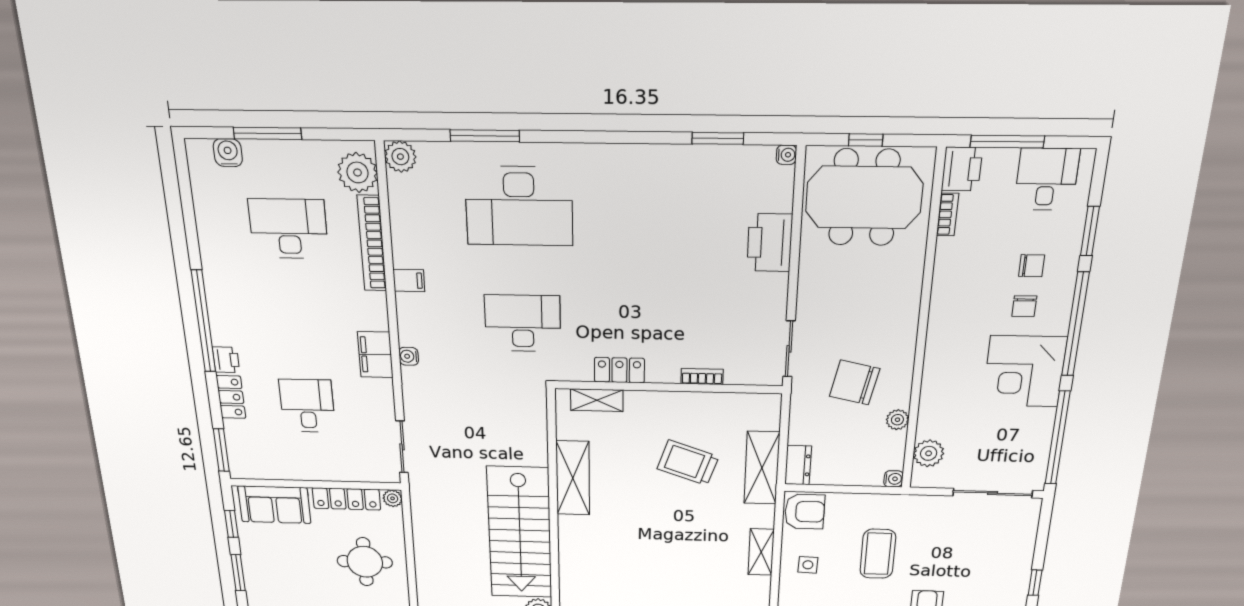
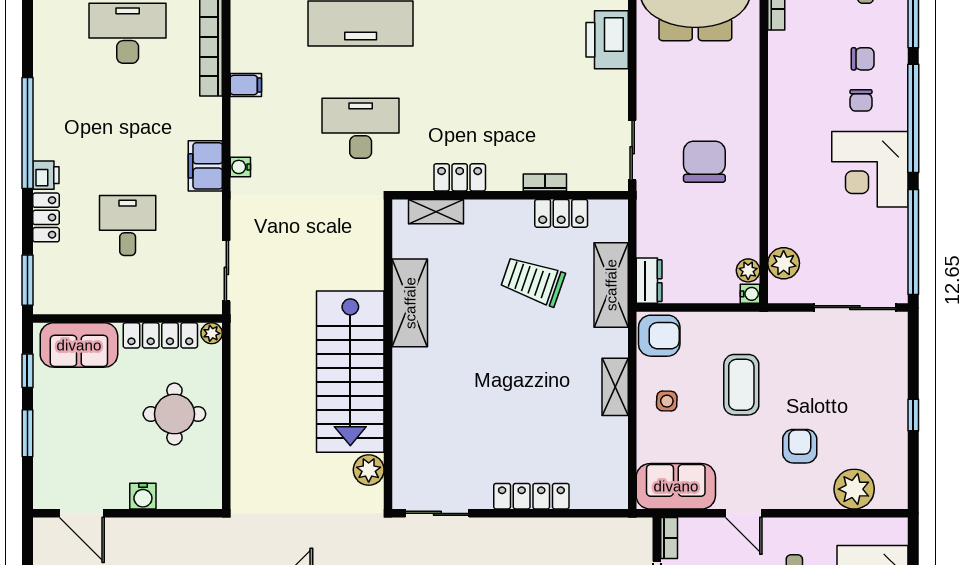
chair: (854, 382) -> (704, 162), moved, turned 78
locker: (717, 404) -> (561, 213), added
plant: (897, 420) -> (748, 270), moved

